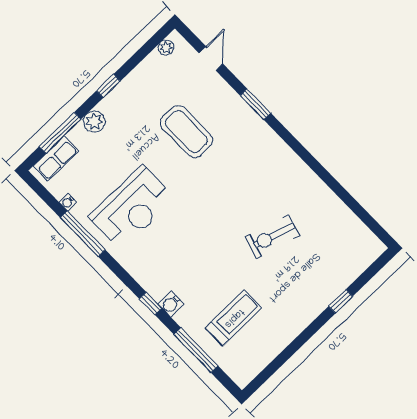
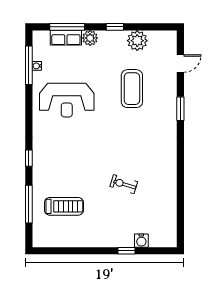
plant: (166, 47) -> (137, 41), moved, width x1.88, depth x1.88
row of seats: (56, 158) -> (66, 38), moved
window: (83, 234) -> (29, 65), moved
exercise bike: (272, 236) -> (124, 184), width x0.73, depth x0.72
water cooler: (171, 304) -> (141, 241), moved, turned -90

